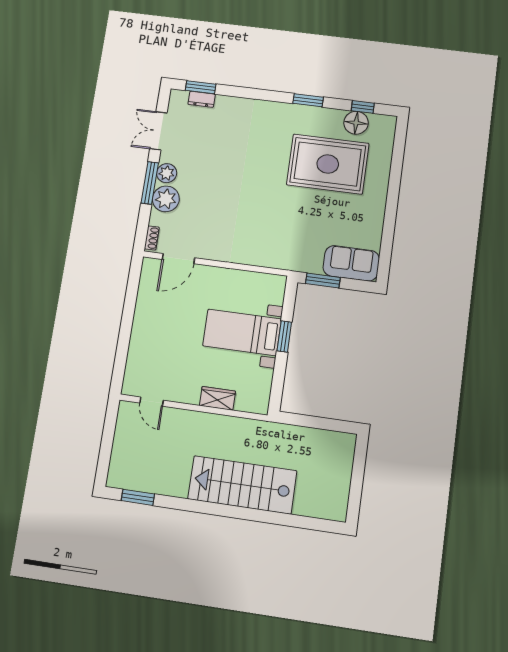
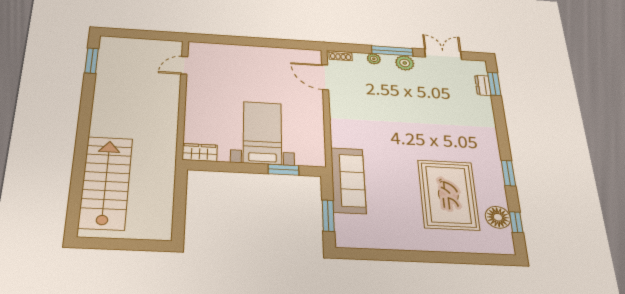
plant: (166, 199) -> (374, 59), width x0.53, depth x0.53
sofa: (351, 263) -> (348, 180), moved, width x1.36
window: (323, 280) -> (328, 216), moved
window: (284, 337) -> (283, 170), moved
wardrobe: (217, 398) -> (200, 152), moved, turned -90
stairs: (242, 485) -> (106, 183), moved

